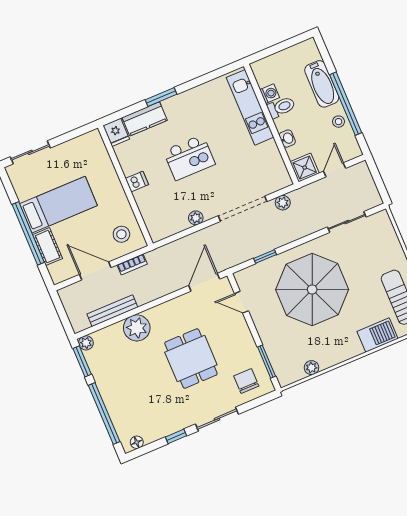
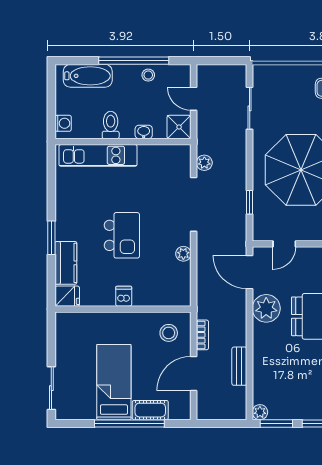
bathtub: (322, 84) -> (88, 76), moved
washing machine: (270, 94) -> (63, 123), moved, turned 90
bench: (112, 311) -> (239, 366), width x0.73
plant: (137, 328) -> (266, 308), moved

